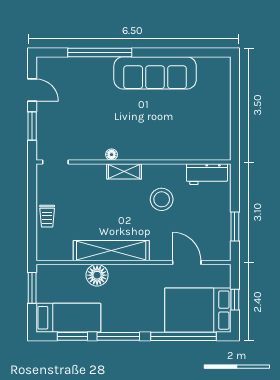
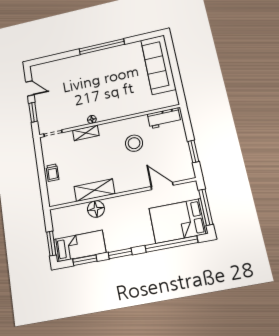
window: (100, 53) -> (102, 47), moved
sofa: (155, 73) -> (158, 64), moved, turned 90
shelving: (124, 171) -> (86, 133), moved
shelving: (111, 251) -> (94, 190), width x0.68
window: (32, 288) -> (51, 243), moved
window: (235, 300) -> (206, 207), width x2.17
window: (118, 336) -> (120, 254), width x0.69

